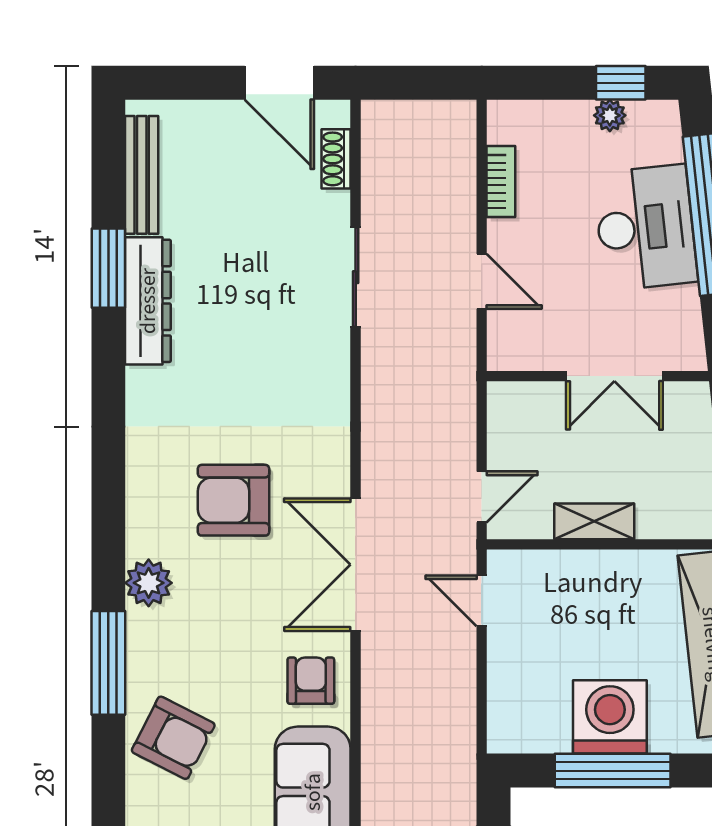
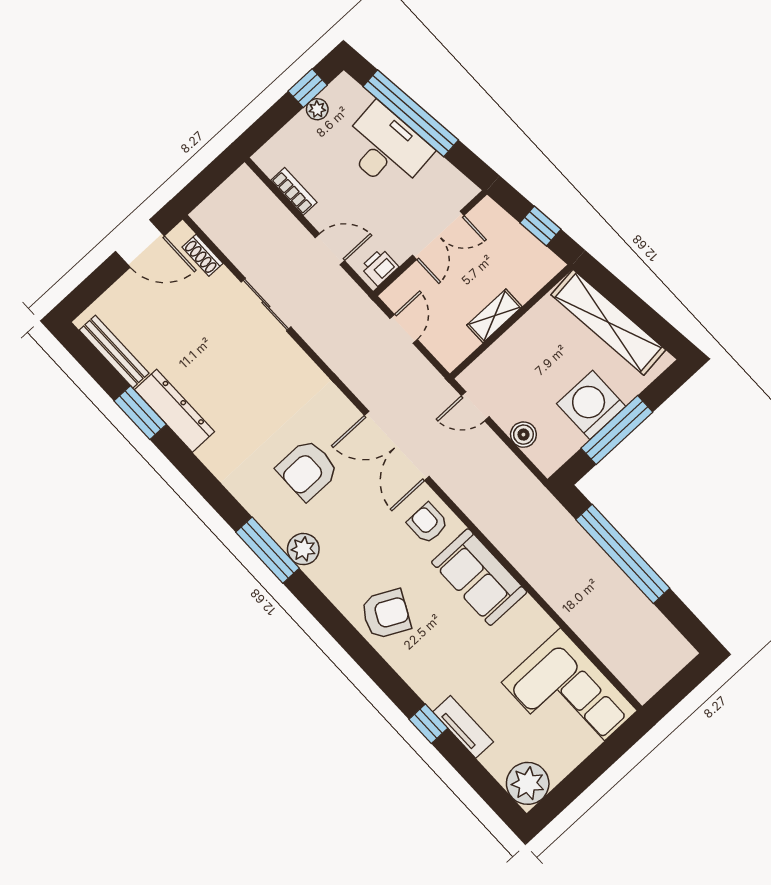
printer: (518, 351) -> (380, 267), added
door: (482, 497) -> (404, 329), moved
window: (108, 663) -> (268, 550), moved
boiler: (506, 681) -> (523, 435), added

